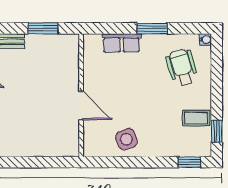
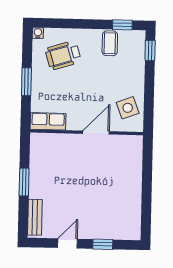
row of seats: (122, 43) -> (48, 121), moved, turned -90
wall: (81, 95) -> (87, 132), moved
door: (81, 105) -> (96, 133), moved

